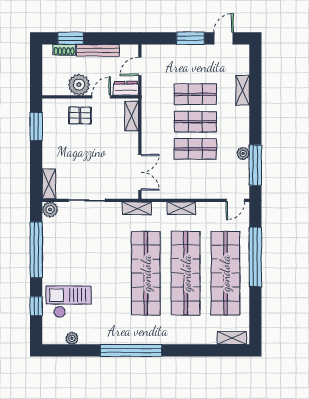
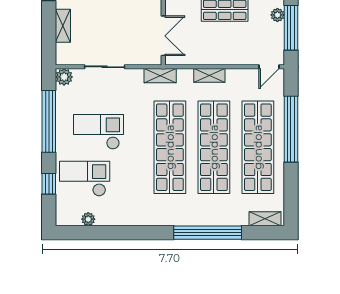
shelving: (49, 184) -> (63, 26), moved
checkout: (81, 259) -> (99, 132), added
window: (131, 350) -> (208, 233), moved

